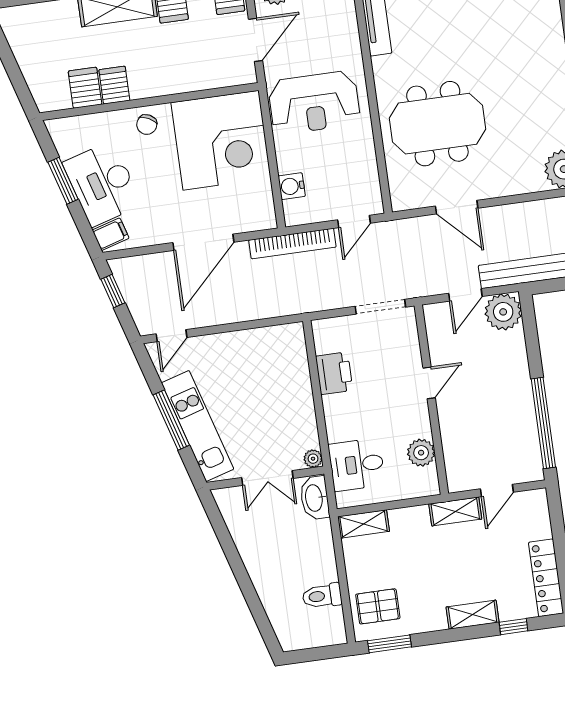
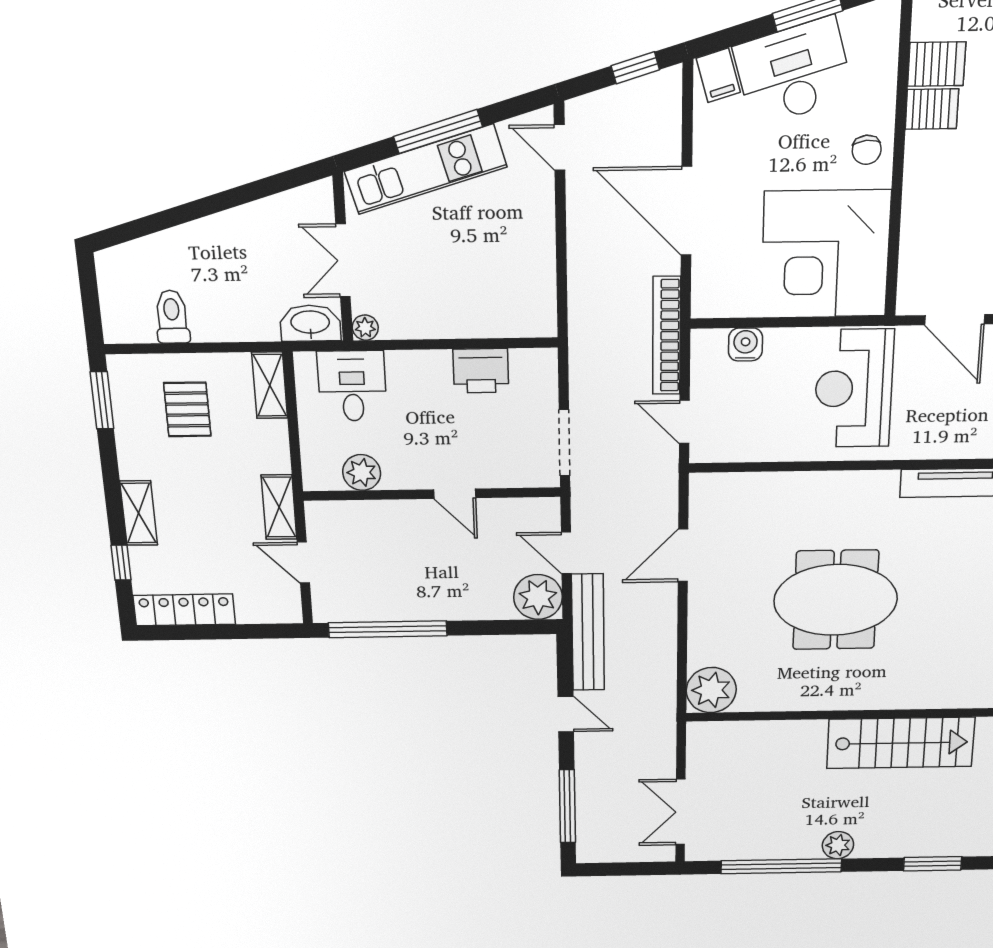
meeting table: (437, 124) -> (836, 600), moved, turned 90
chair: (147, 125) -> (867, 150), turned -122
pallet: (378, 606) -> (187, 409), moved

